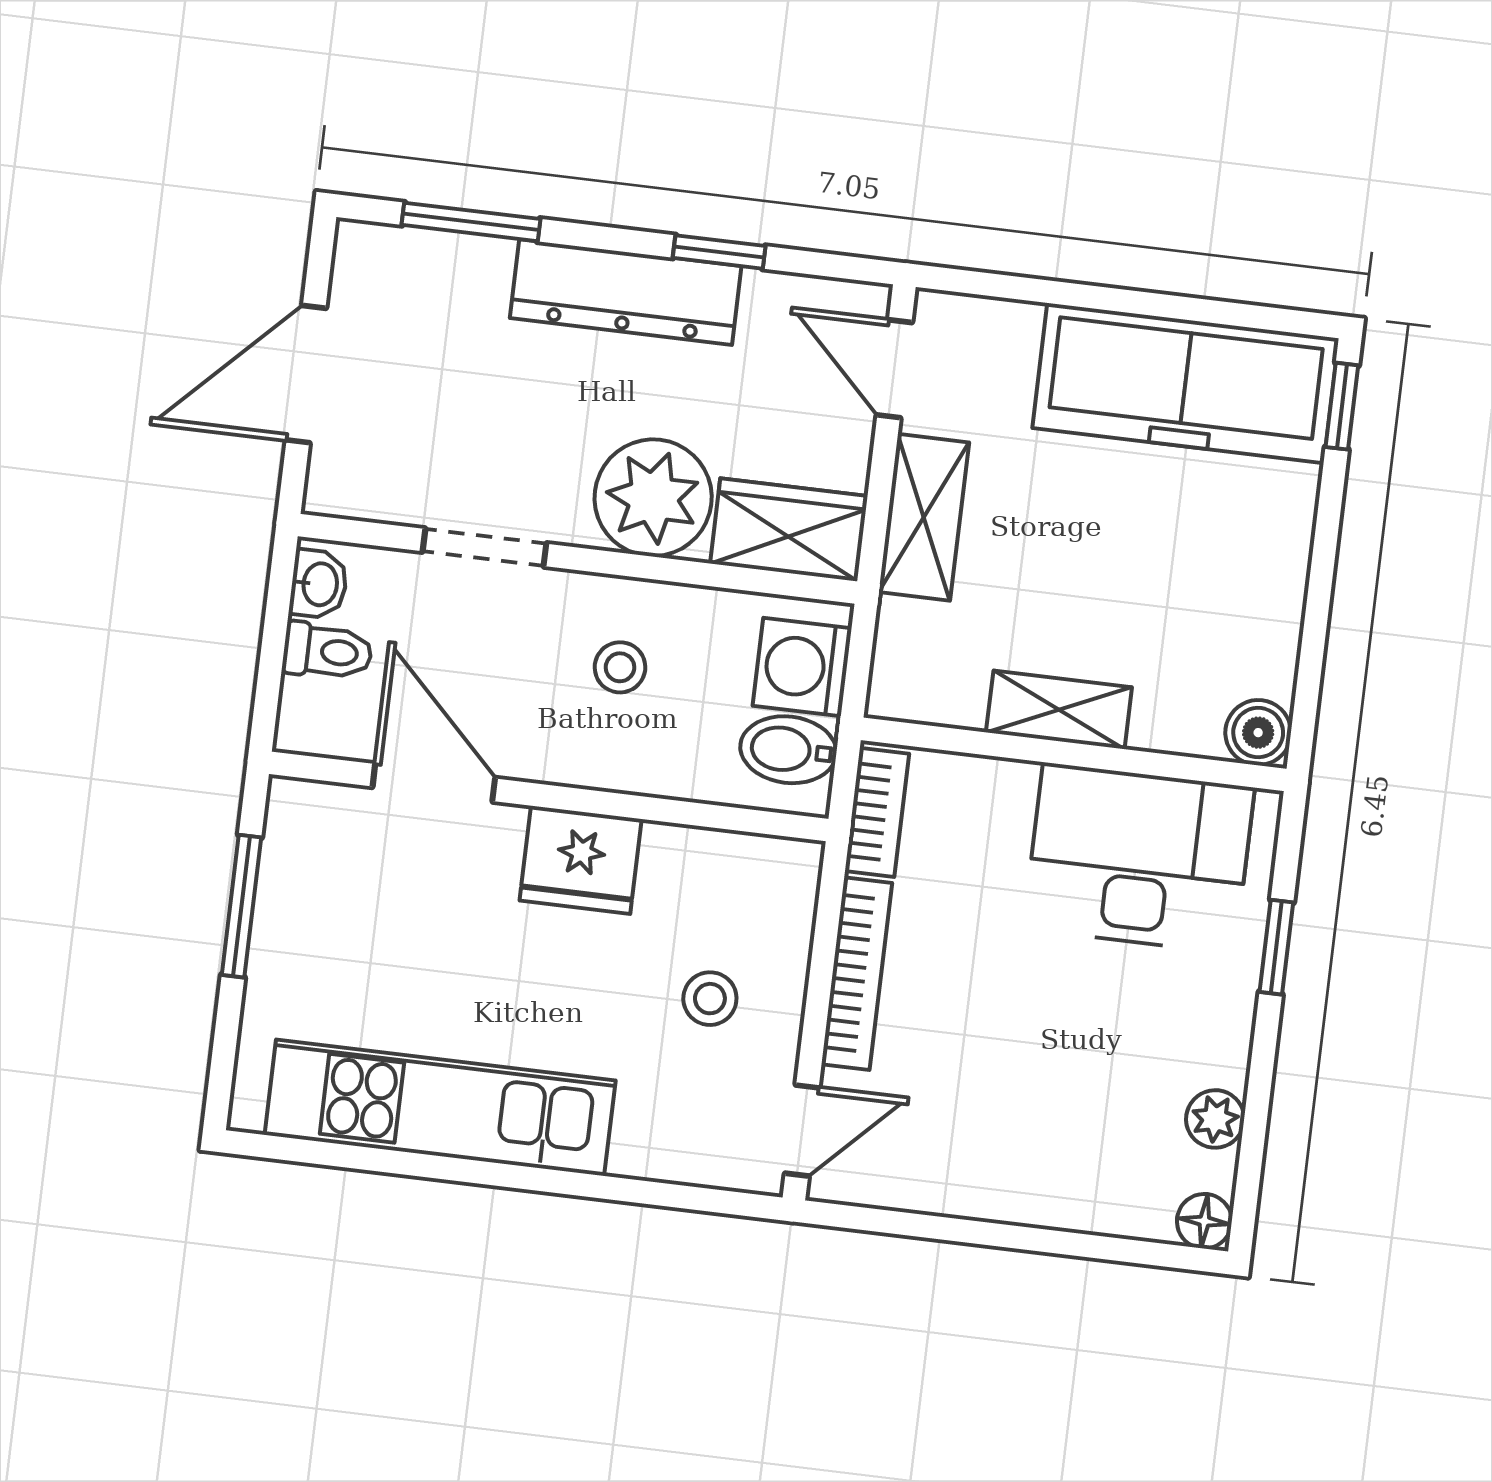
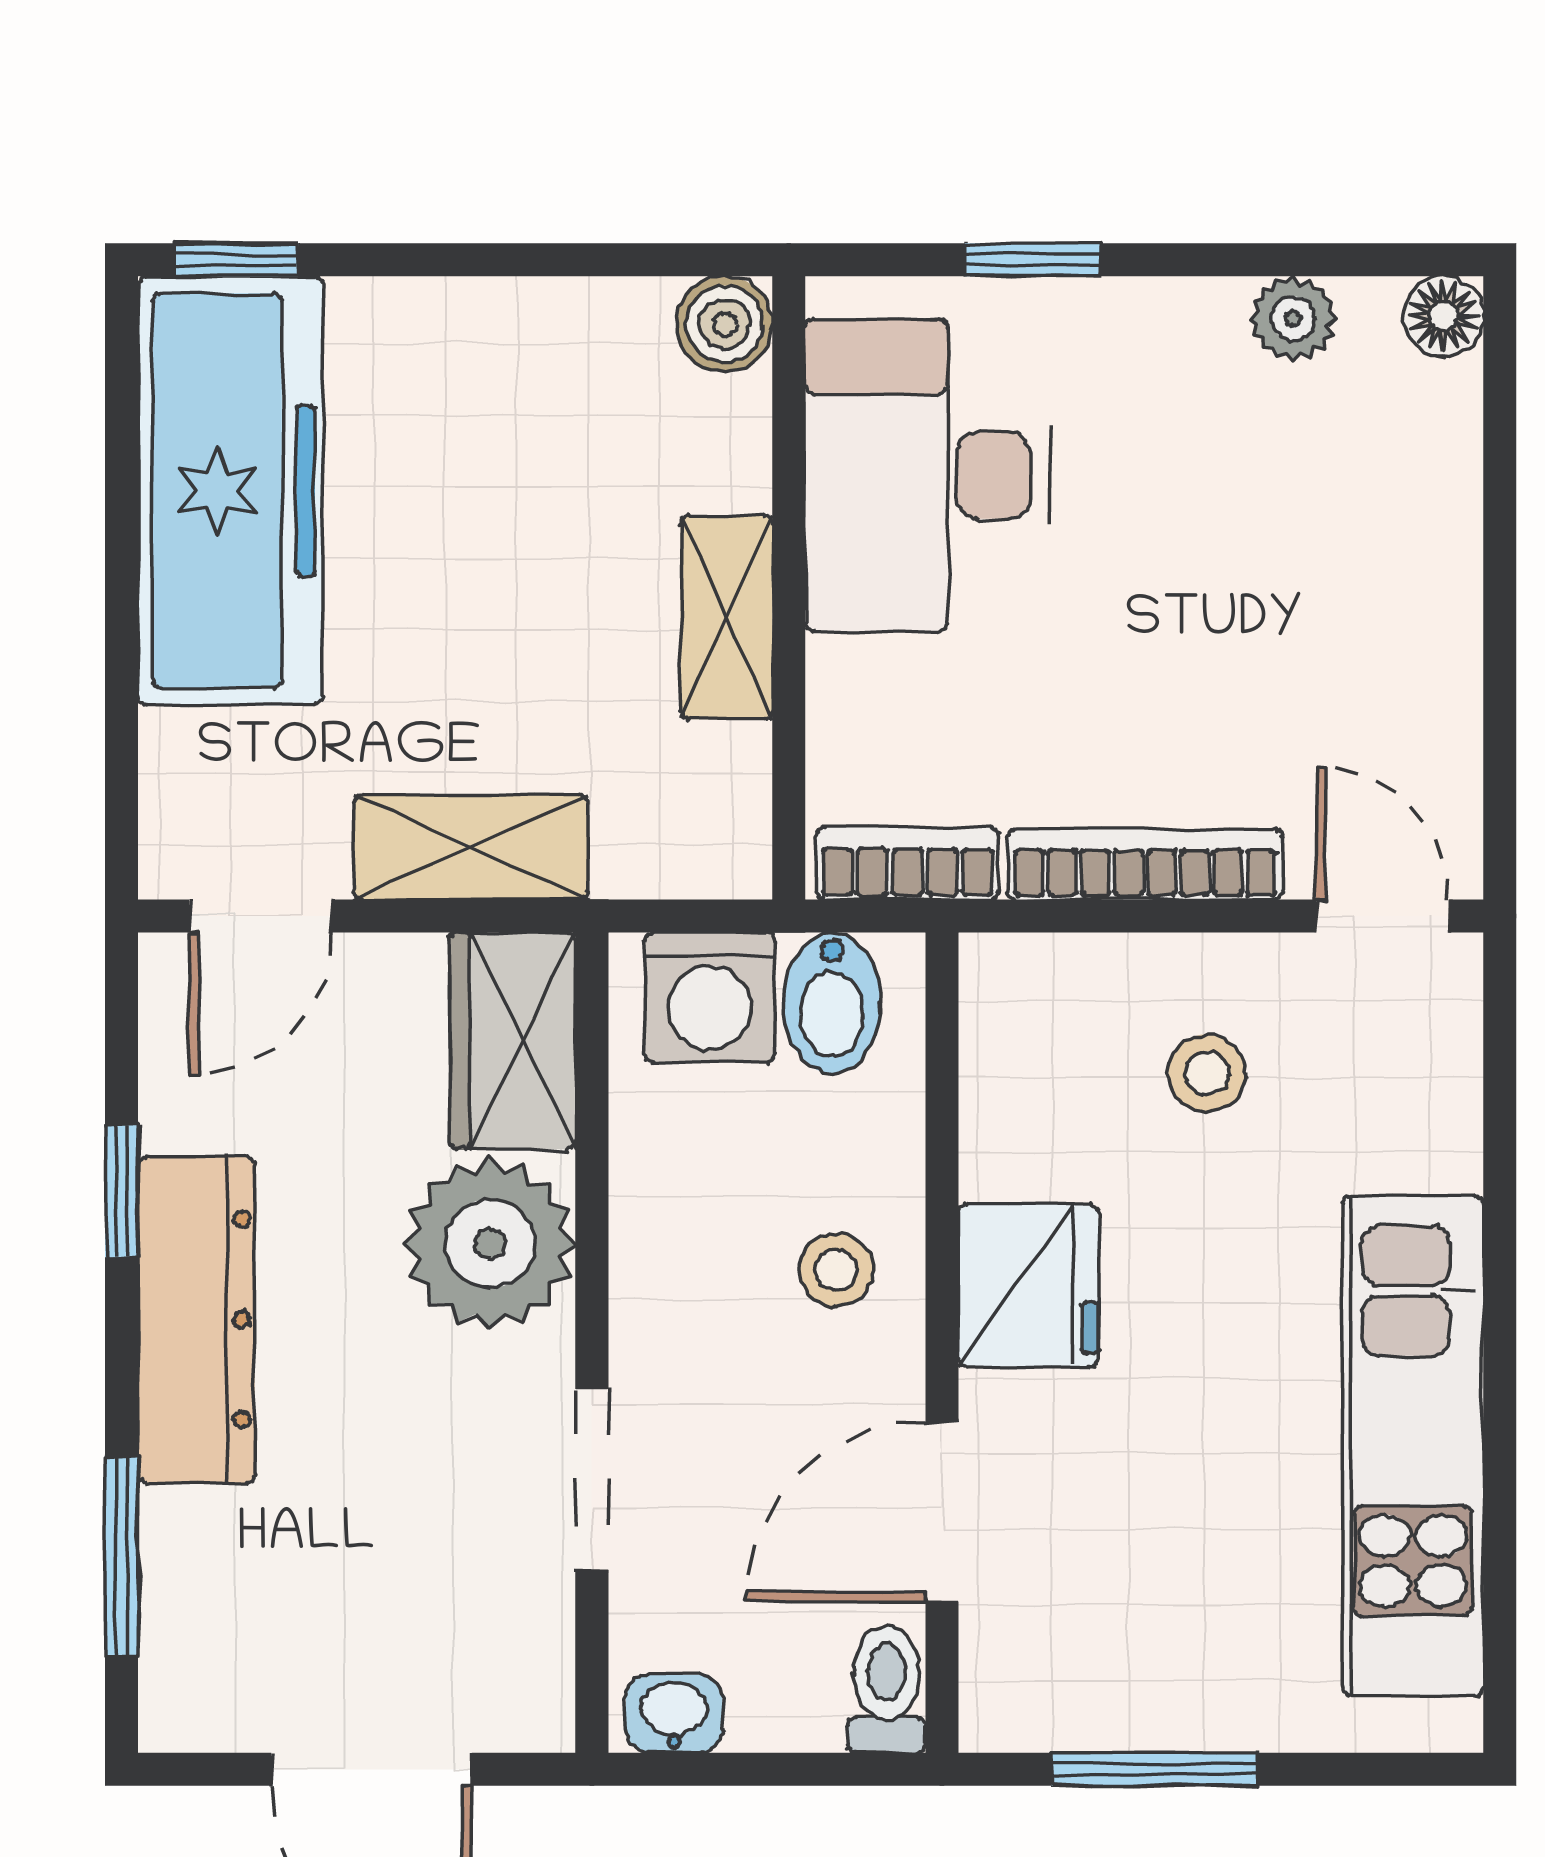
toilet: (327, 651) -> (887, 1689), moved
stool: (620, 667) -> (836, 1270), moved

